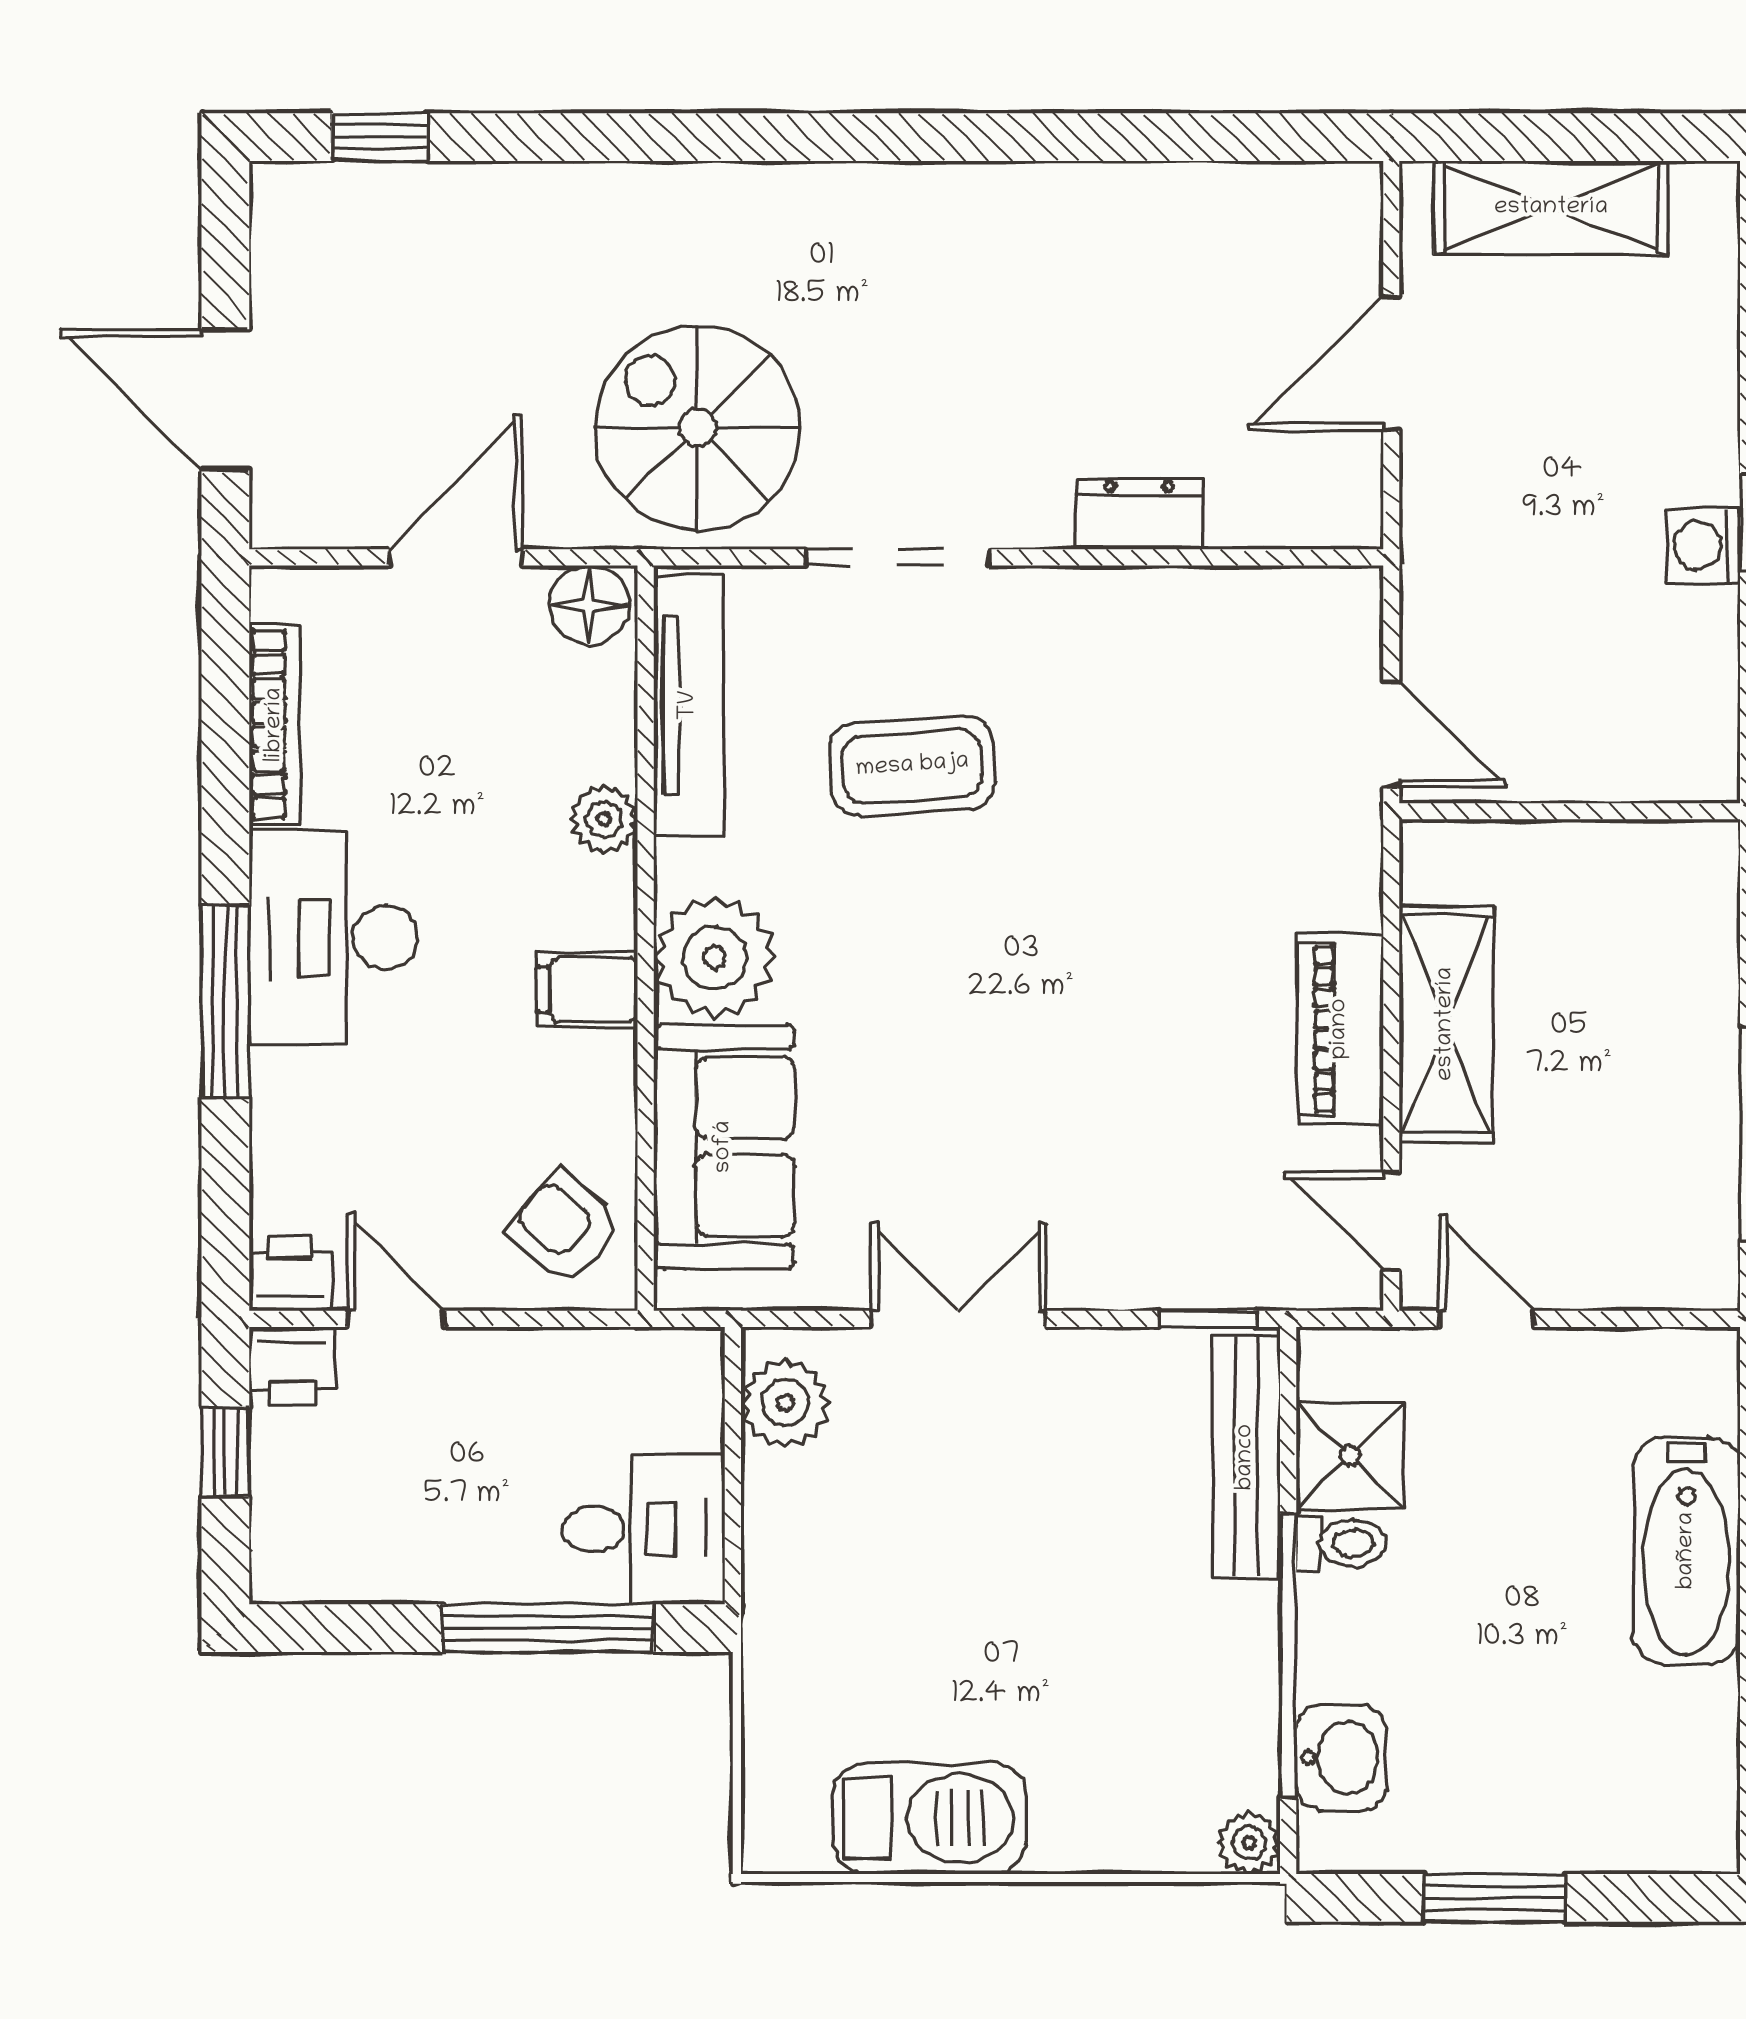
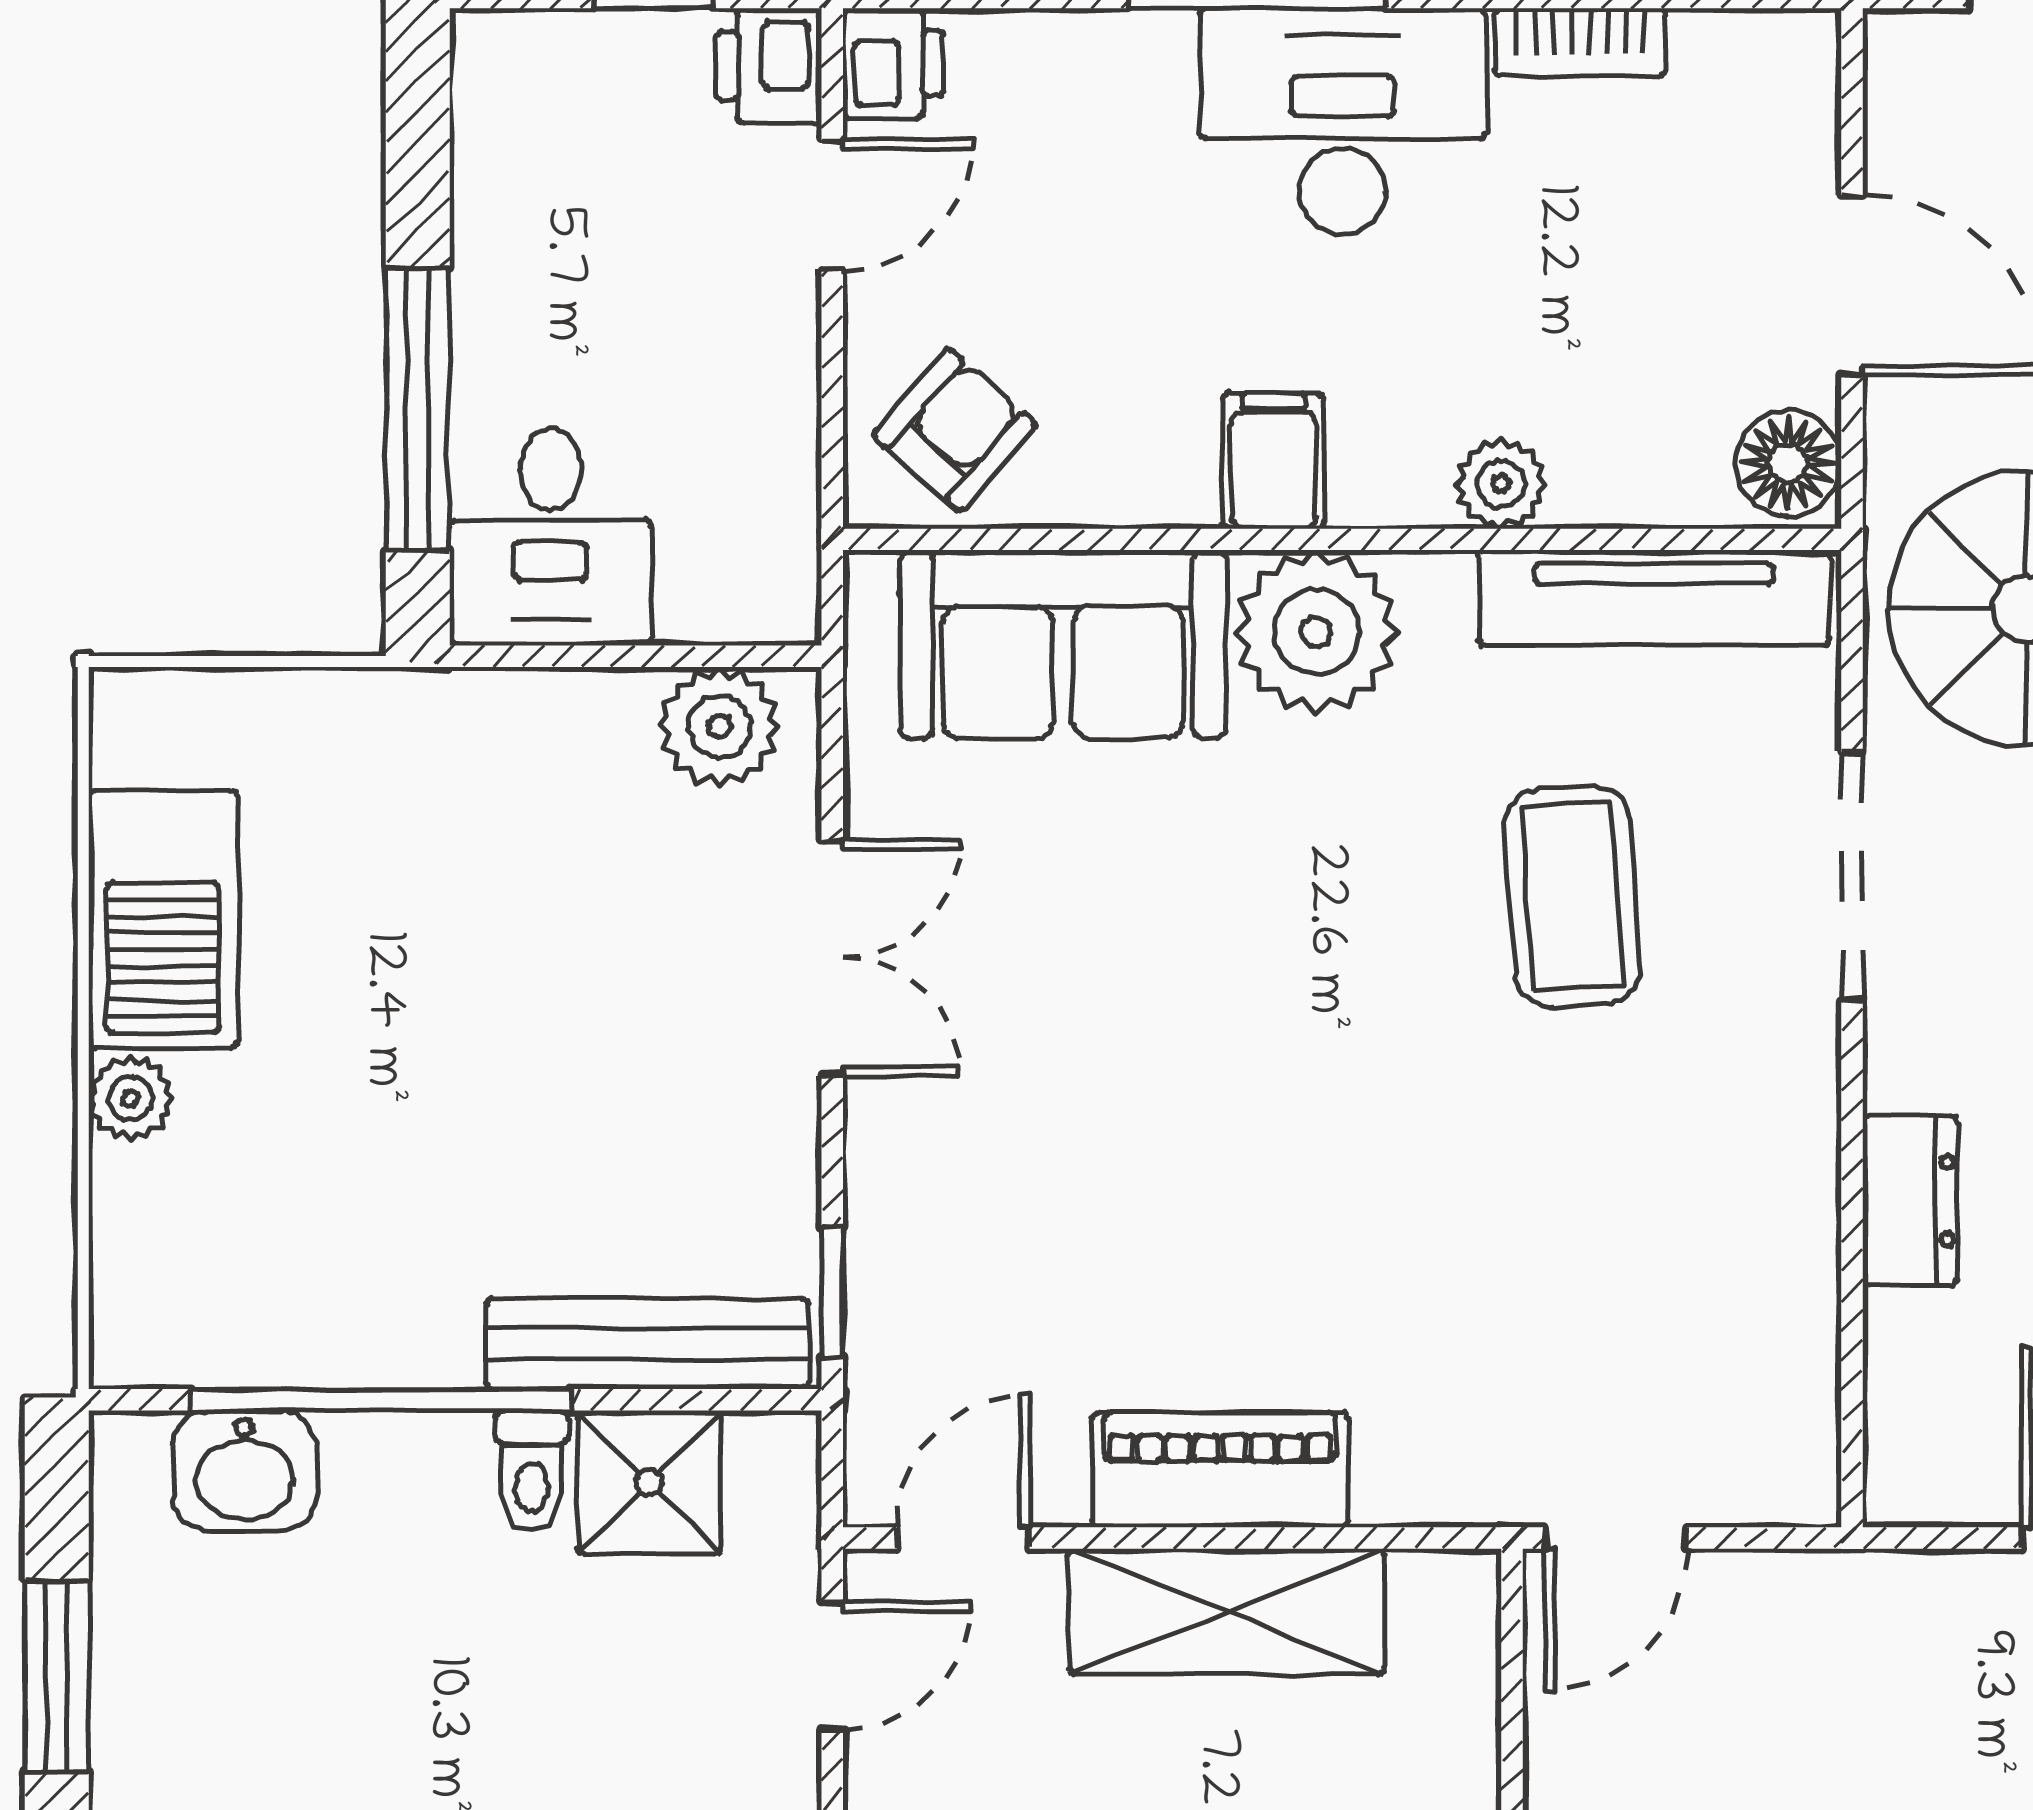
bookcase: (275, 725) -> (1580, 42), width x0.64
plant: (1249, 1843) -> (130, 1098), moved

